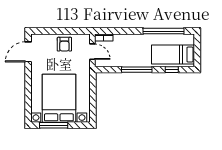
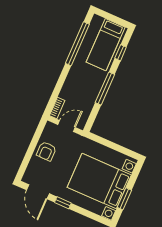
armchair: (64, 44) -> (46, 151), turned 90
window: (28, 76) -> (63, 203), added
window: (54, 125) -> (124, 199), width x0.69

